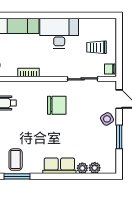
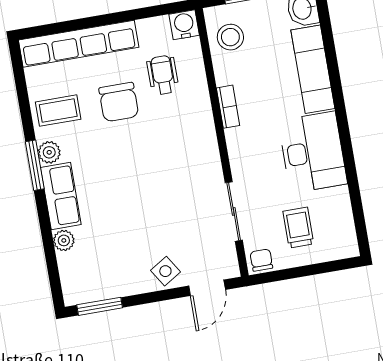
chair: (57, 105) -> (119, 102), moved
window: (119, 137) -> (100, 306), moved
plant: (95, 168) -> (49, 152), moved
window: (17, 176) -> (35, 165), moved

